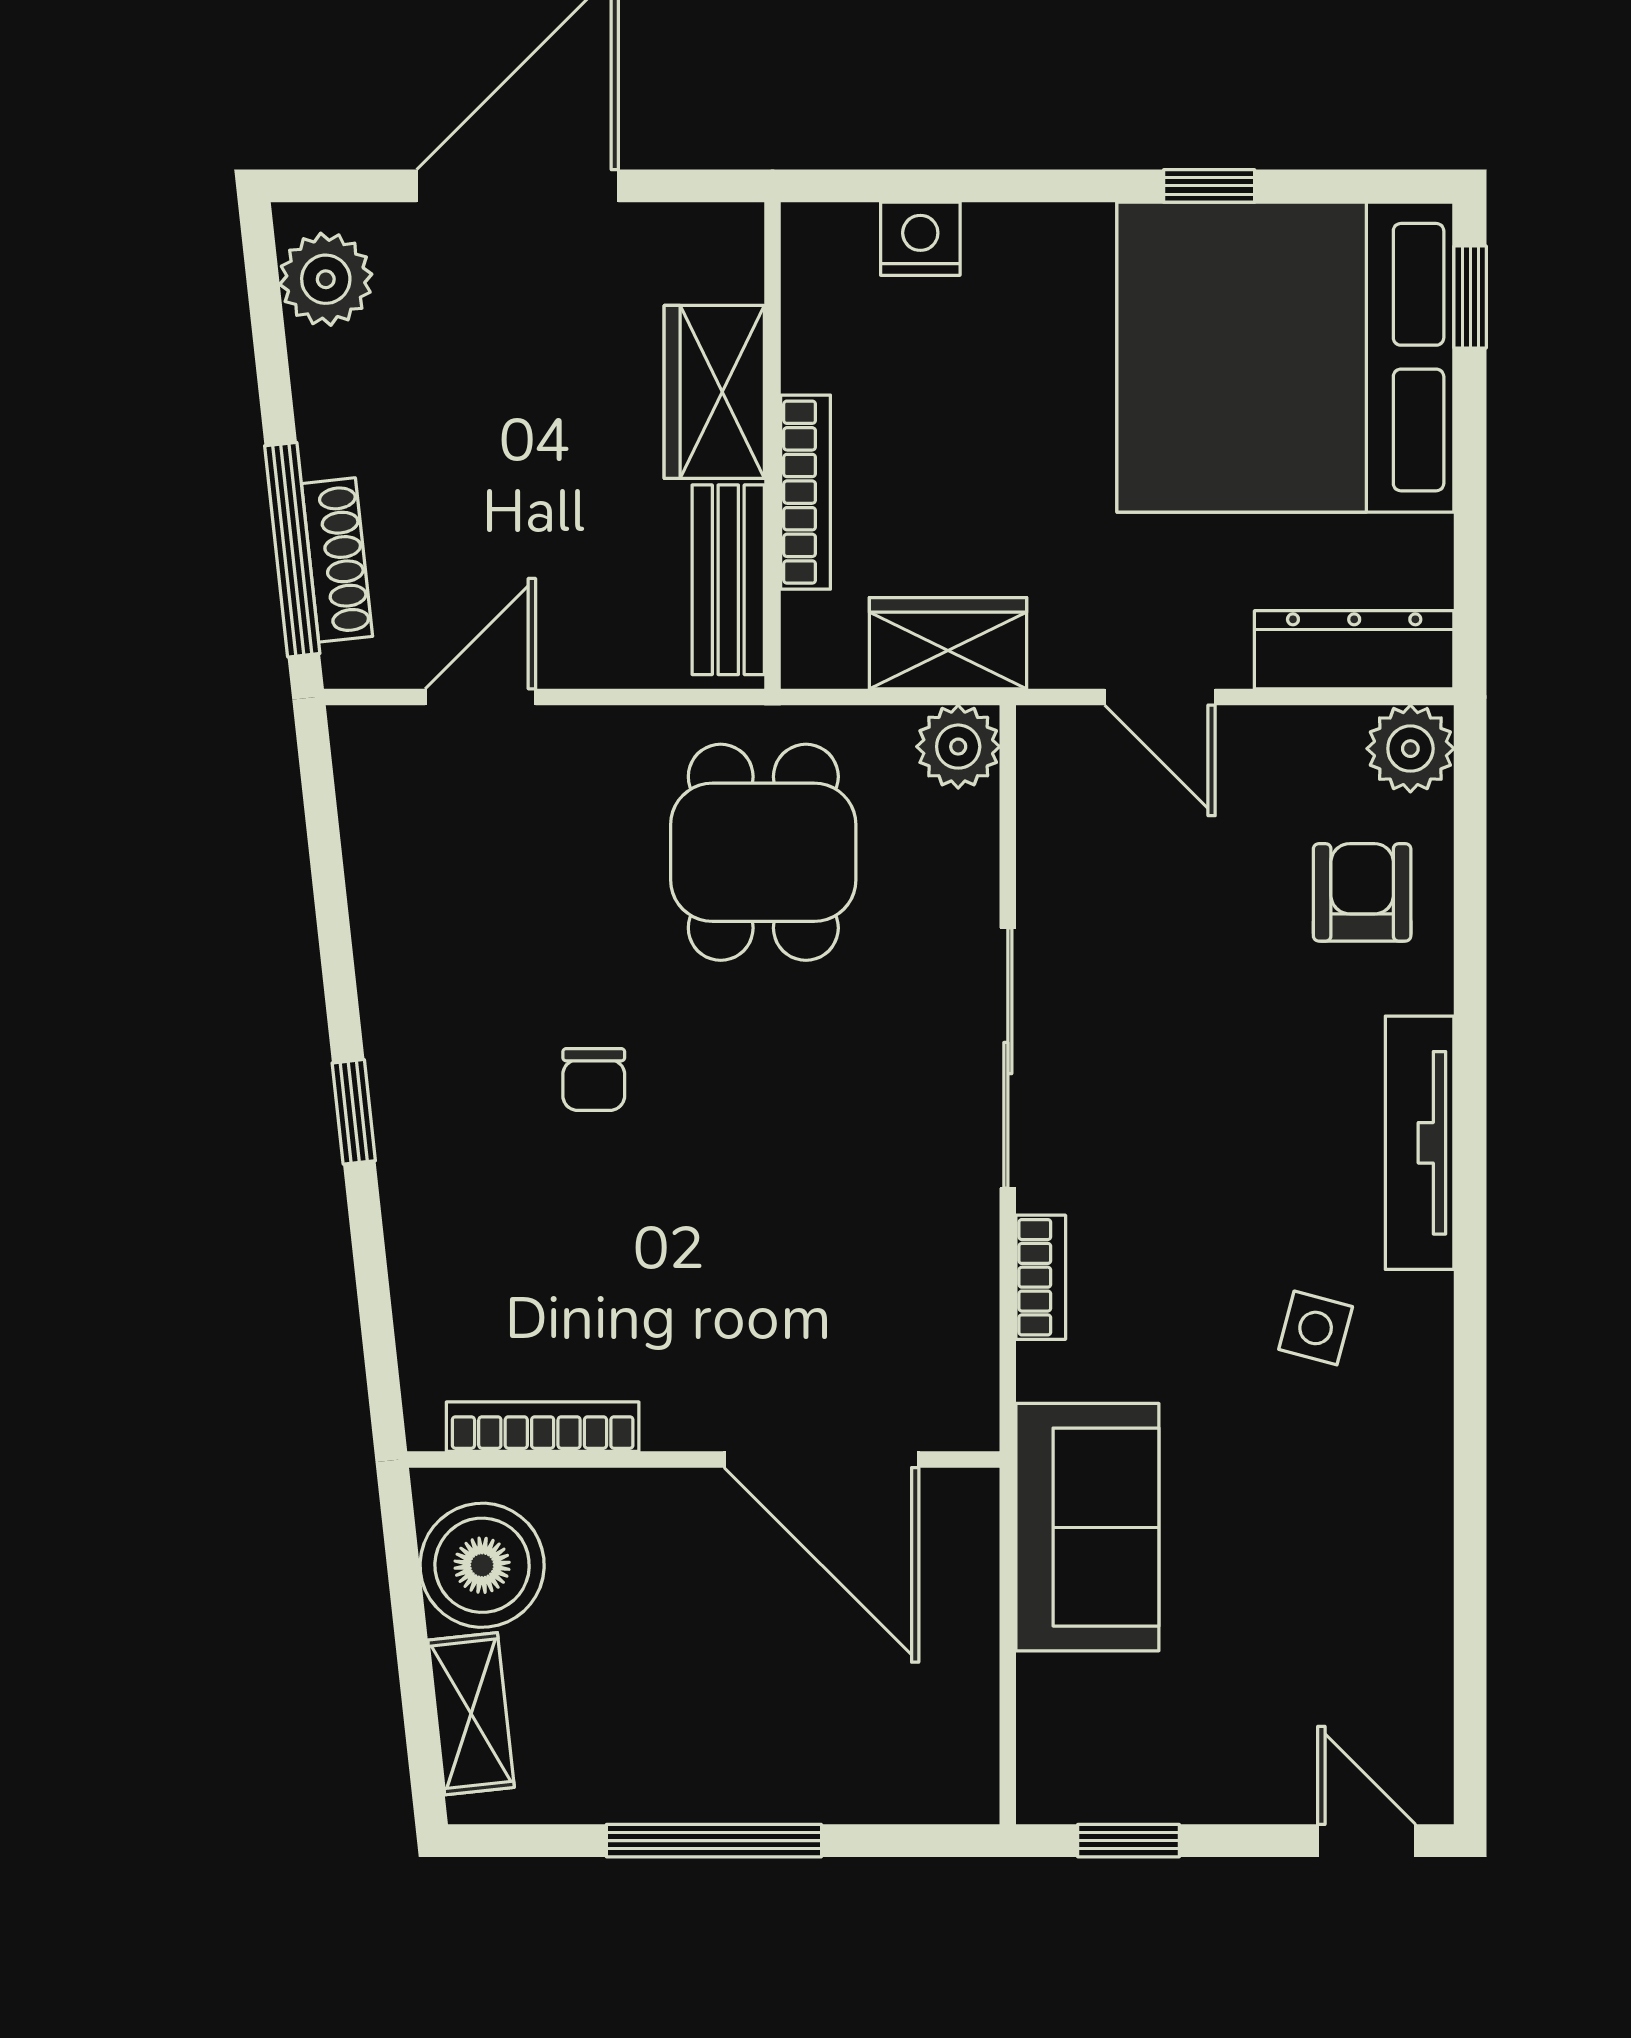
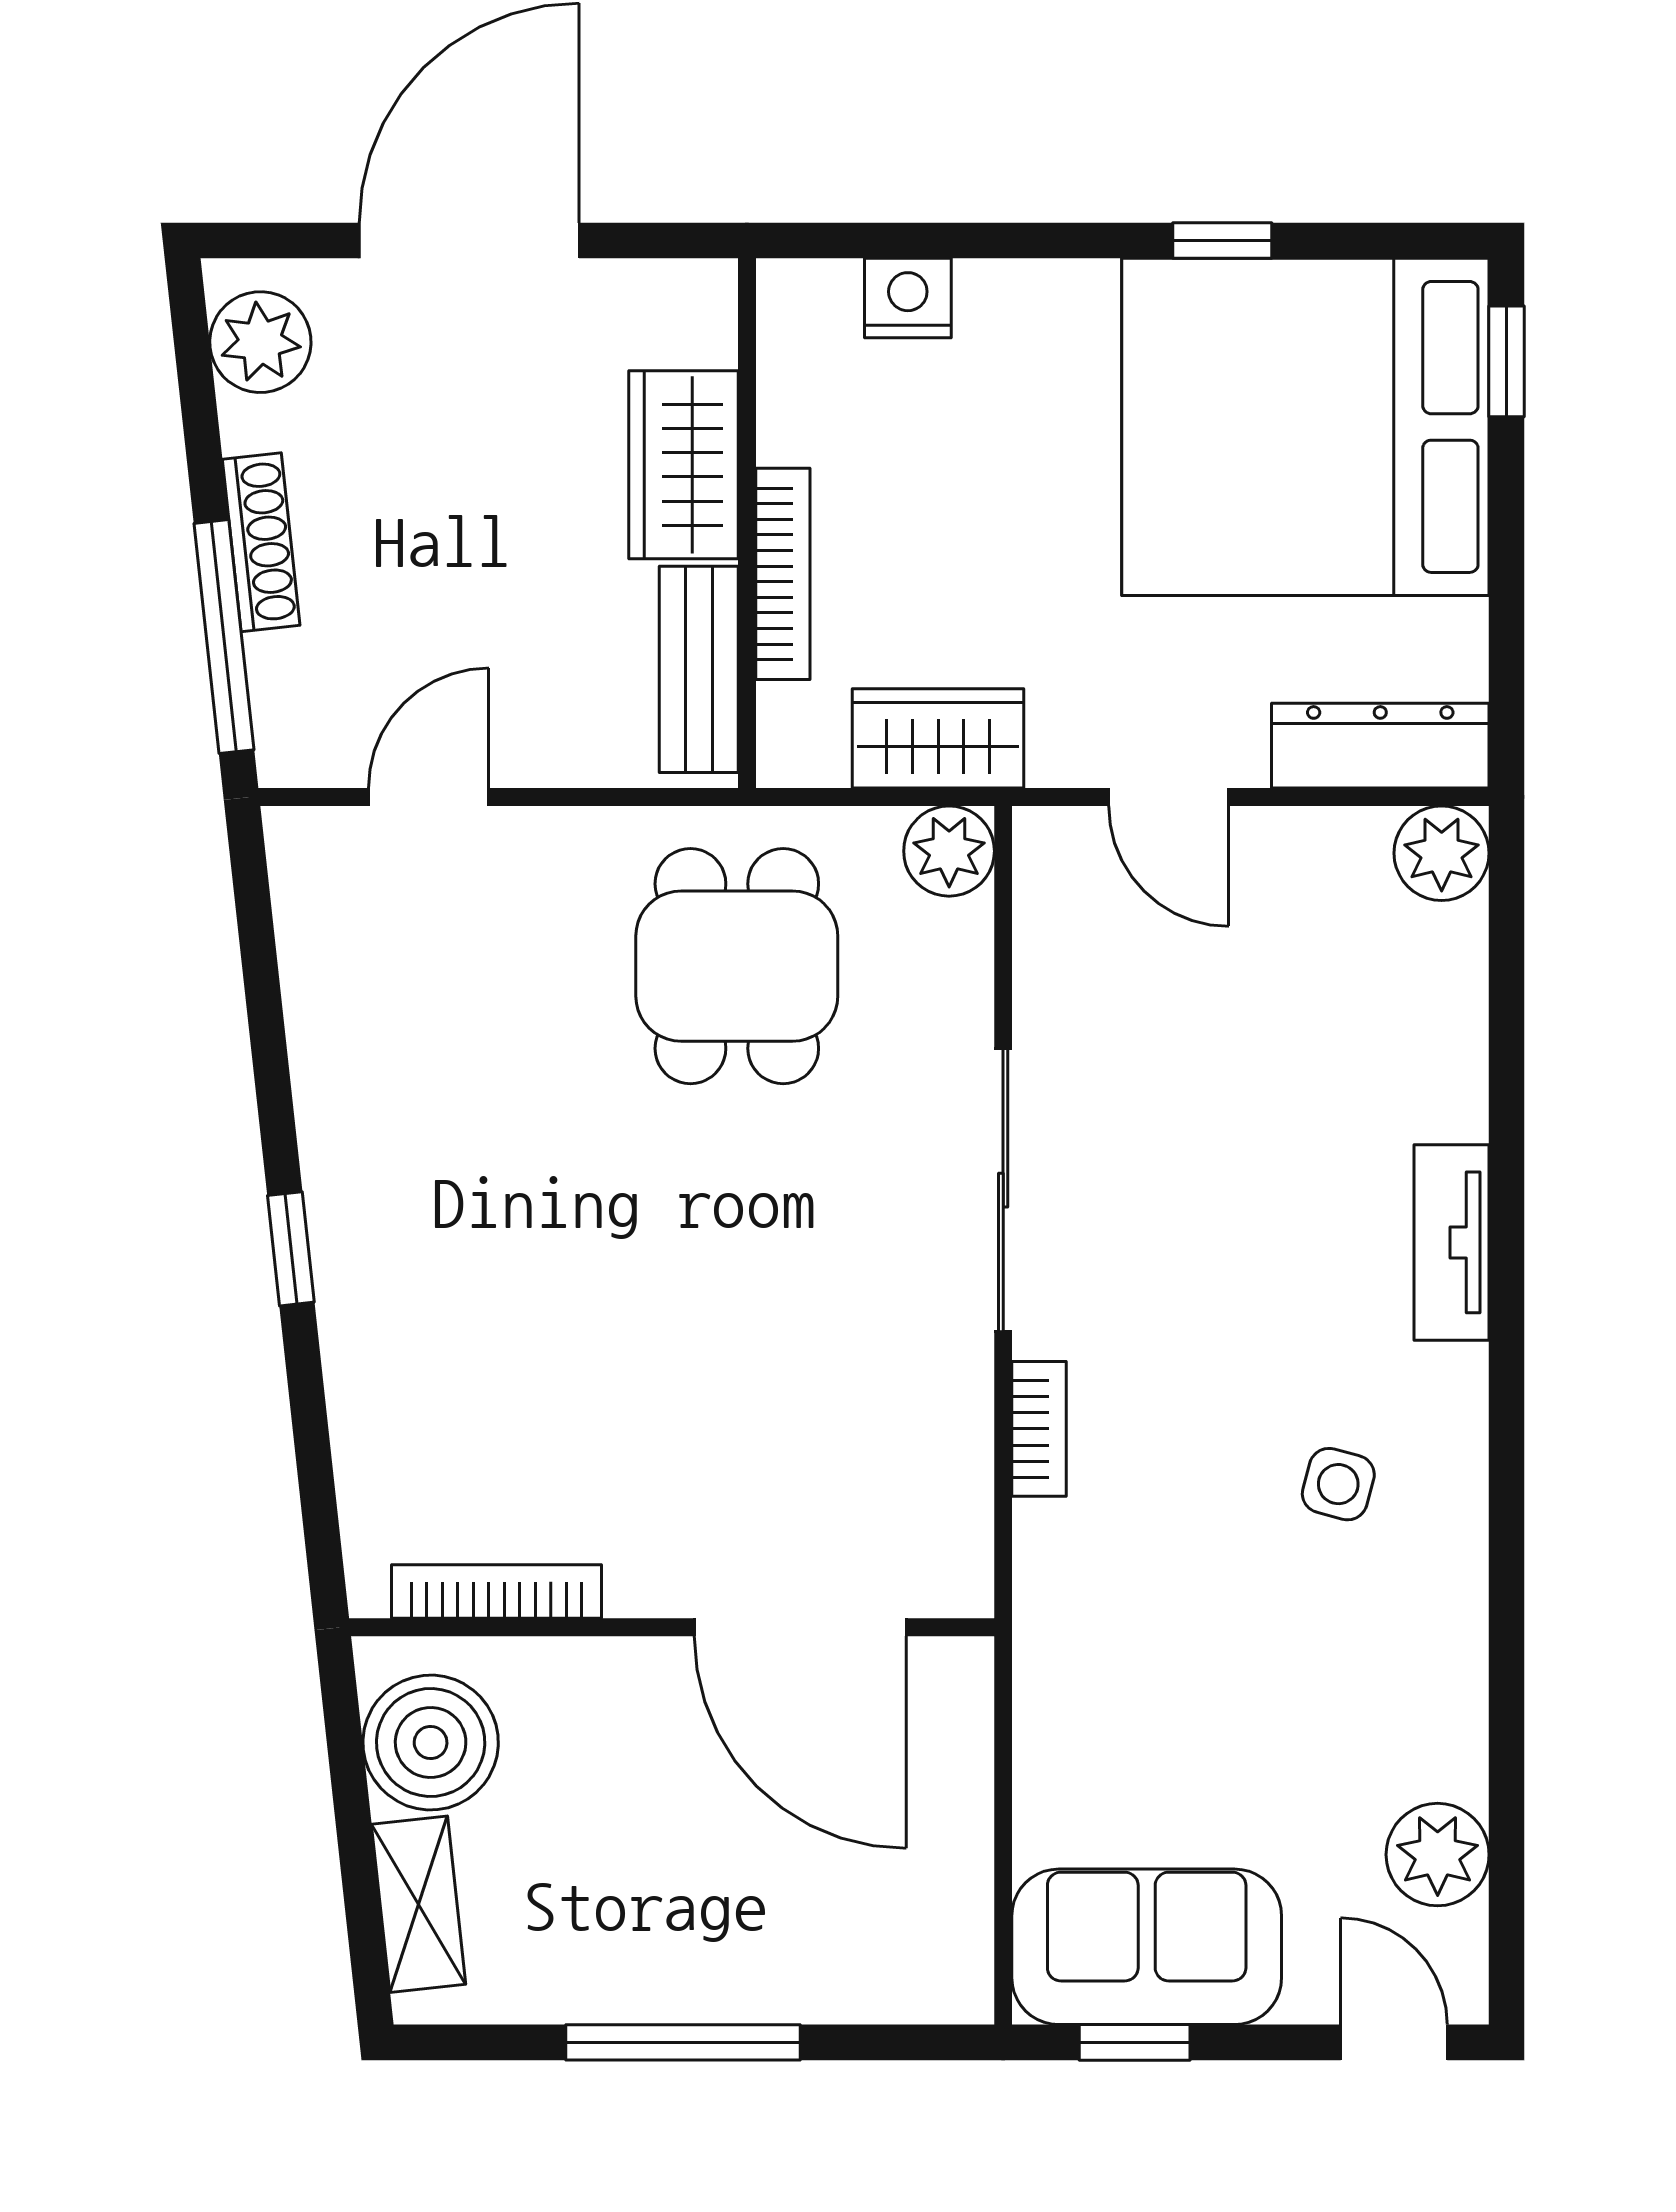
shoe rack: (337, 560) -> (261, 542), moved
armchair: (1362, 892) -> (1389, 1010), removed
chair: (594, 1080) -> (552, 1214), removed
tv unit: (1420, 1143) -> (1452, 1242), width x0.71
sofa: (1087, 1527) -> (1147, 1947), moved, turned -90
plant: (1407, 1668) -> (1438, 1855), added

